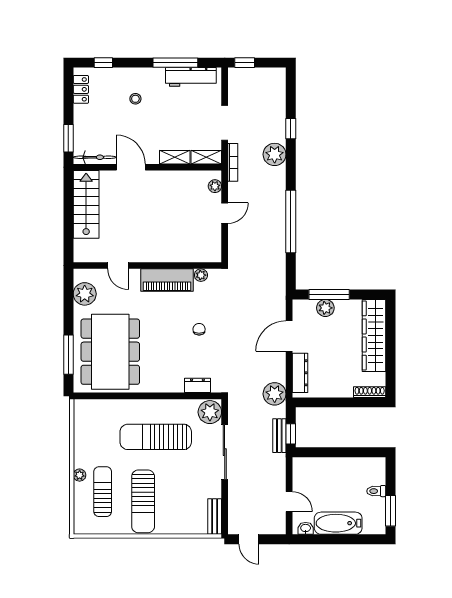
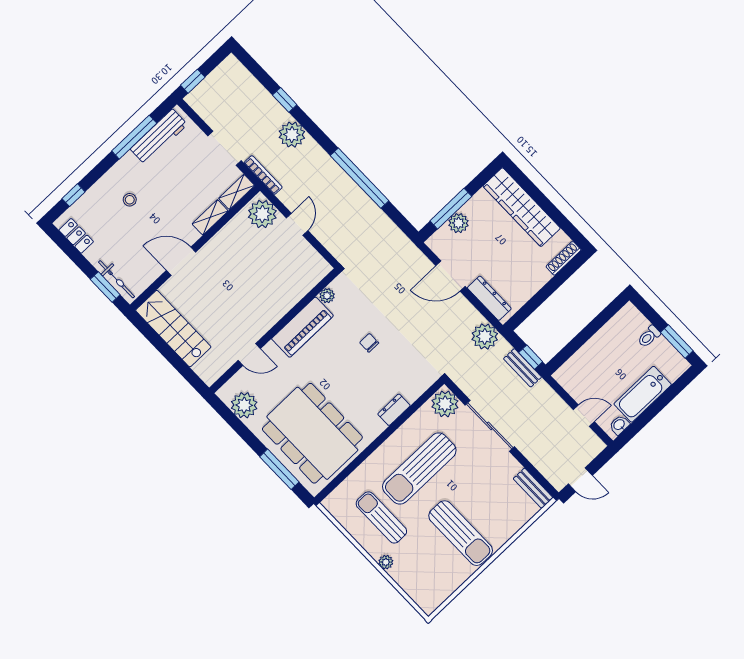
bicycle: (95, 157) -> (117, 279), moved, turned 90
plant: (215, 186) -> (262, 214), width x1.87, depth x1.87
door: (289, 336) -> (451, 276), hinge flipped
dresser: (197, 385) -> (394, 410), moved
sun lounger: (103, 492) -> (381, 517), moved

